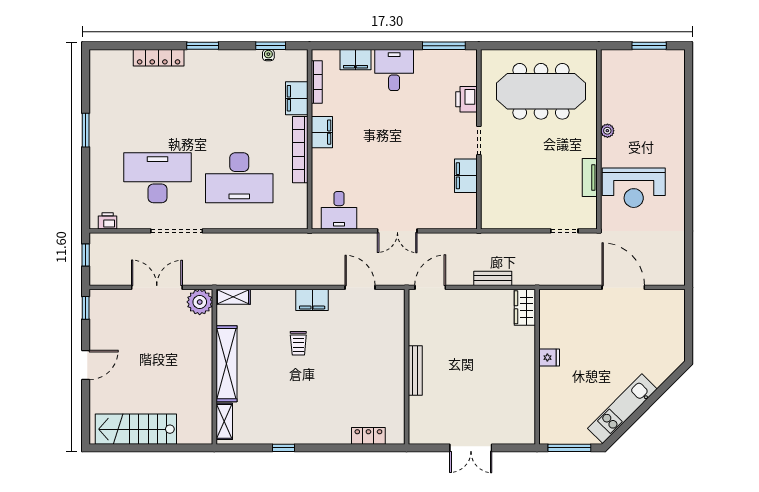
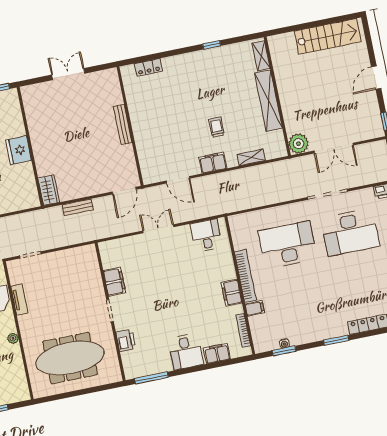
filing cabinet: (297, 98) -> (255, 308), width x0.50
shelving: (233, 297) -> (251, 157), moved
fridge: (549, 358) -> (18, 150), width x1.88, depth x1.34

